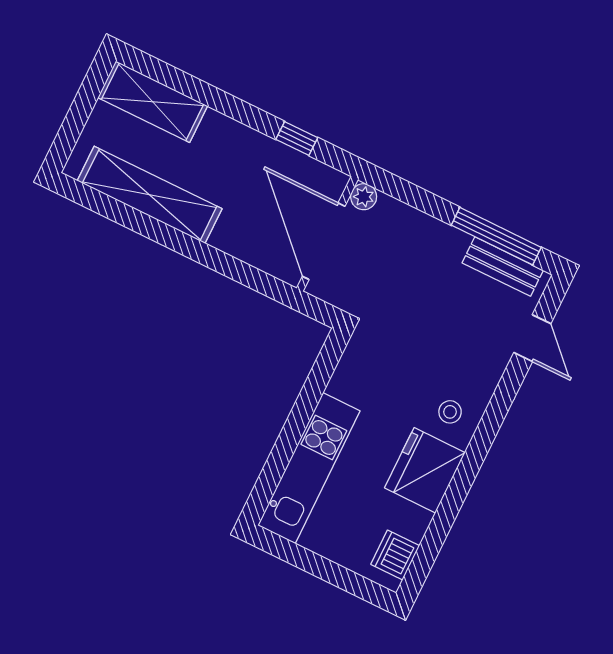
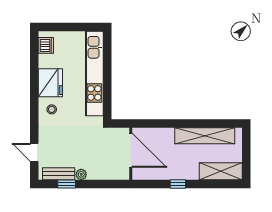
window: (297, 138) -> (178, 184), moved
plant: (364, 197) -> (81, 174), moved
window: (496, 236) -> (67, 184), width x0.46
kitchen unit: (309, 468) -> (94, 74), width x1.36

